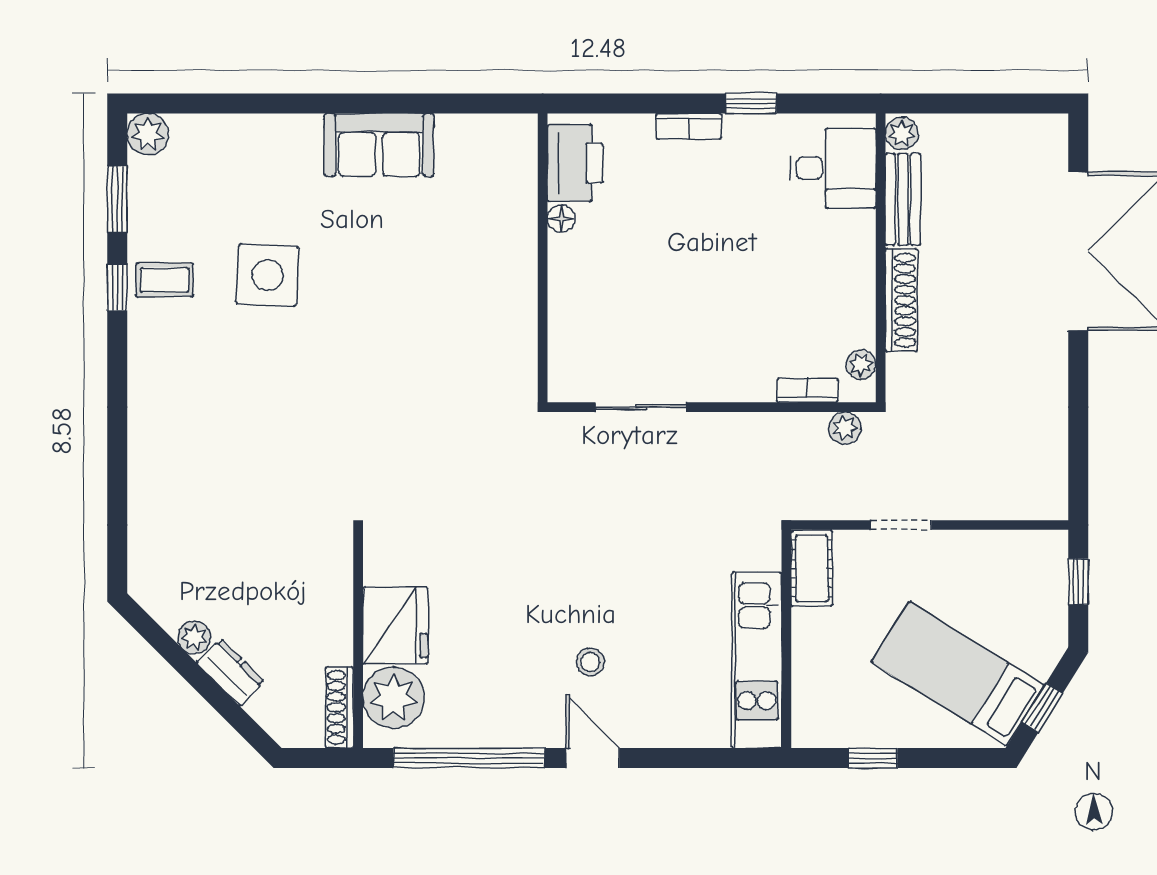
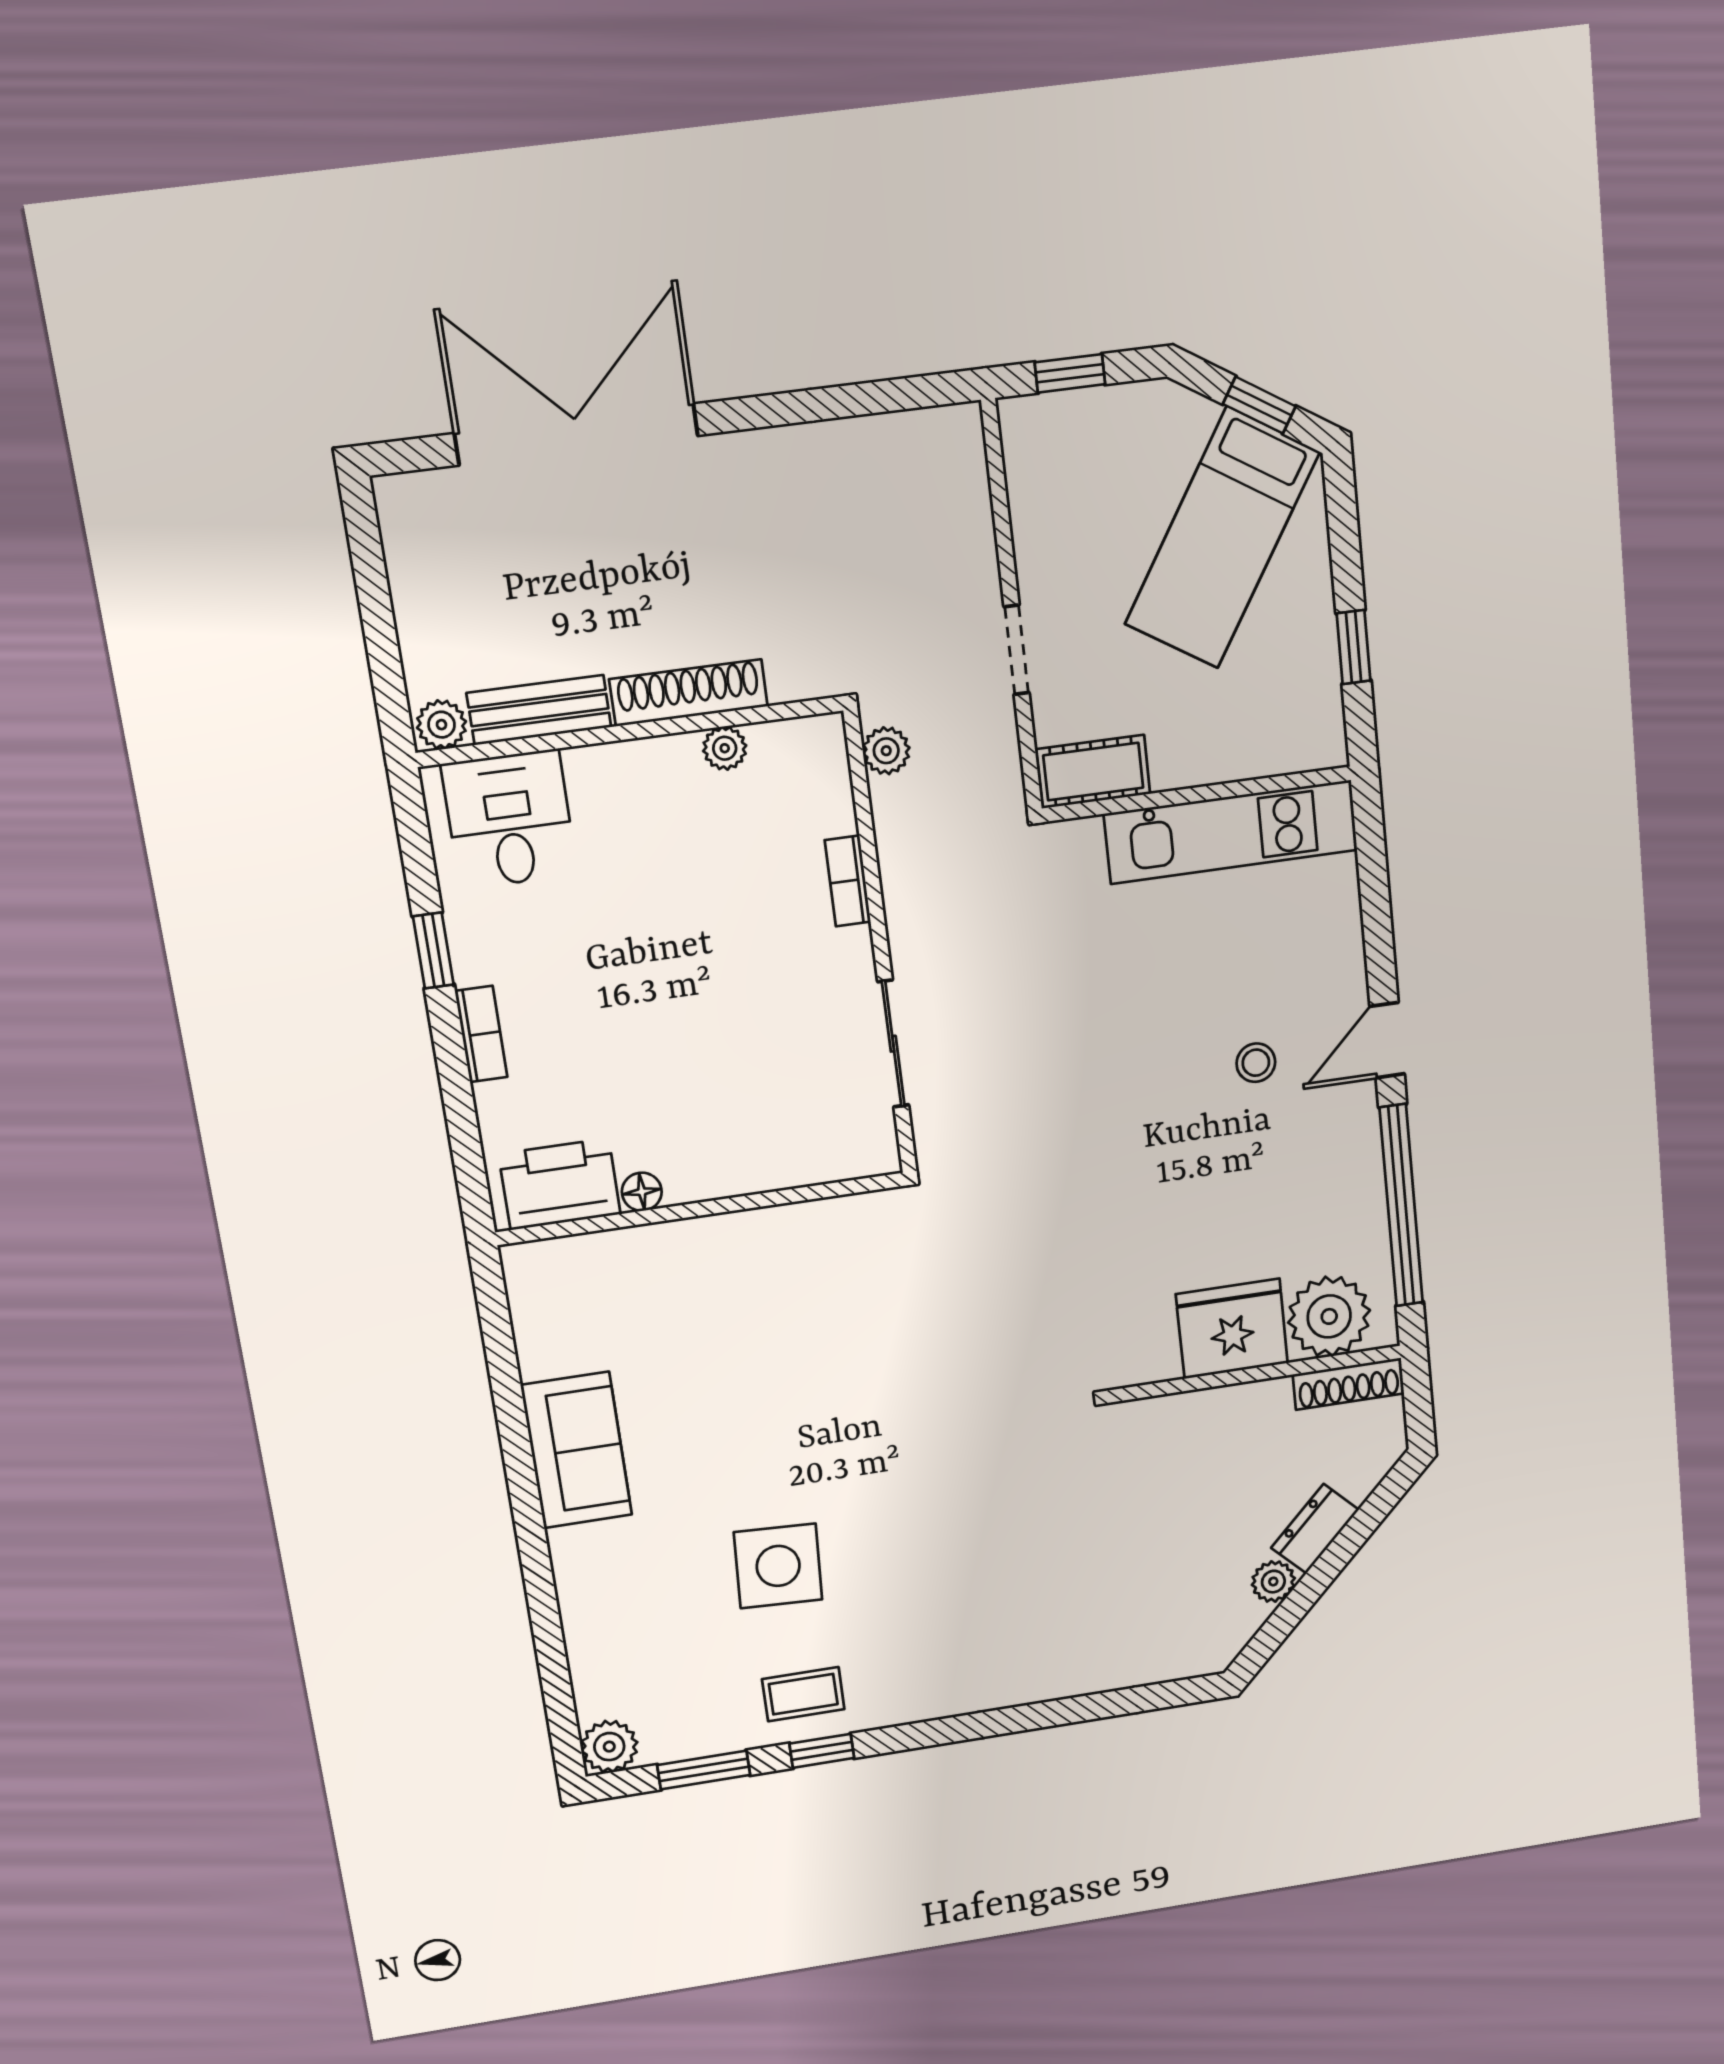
coffee table: (165, 280) -> (803, 1694), turned 90
plant: (861, 365) -> (725, 748), moved
bookcase: (807, 390) -> (848, 881), moved

